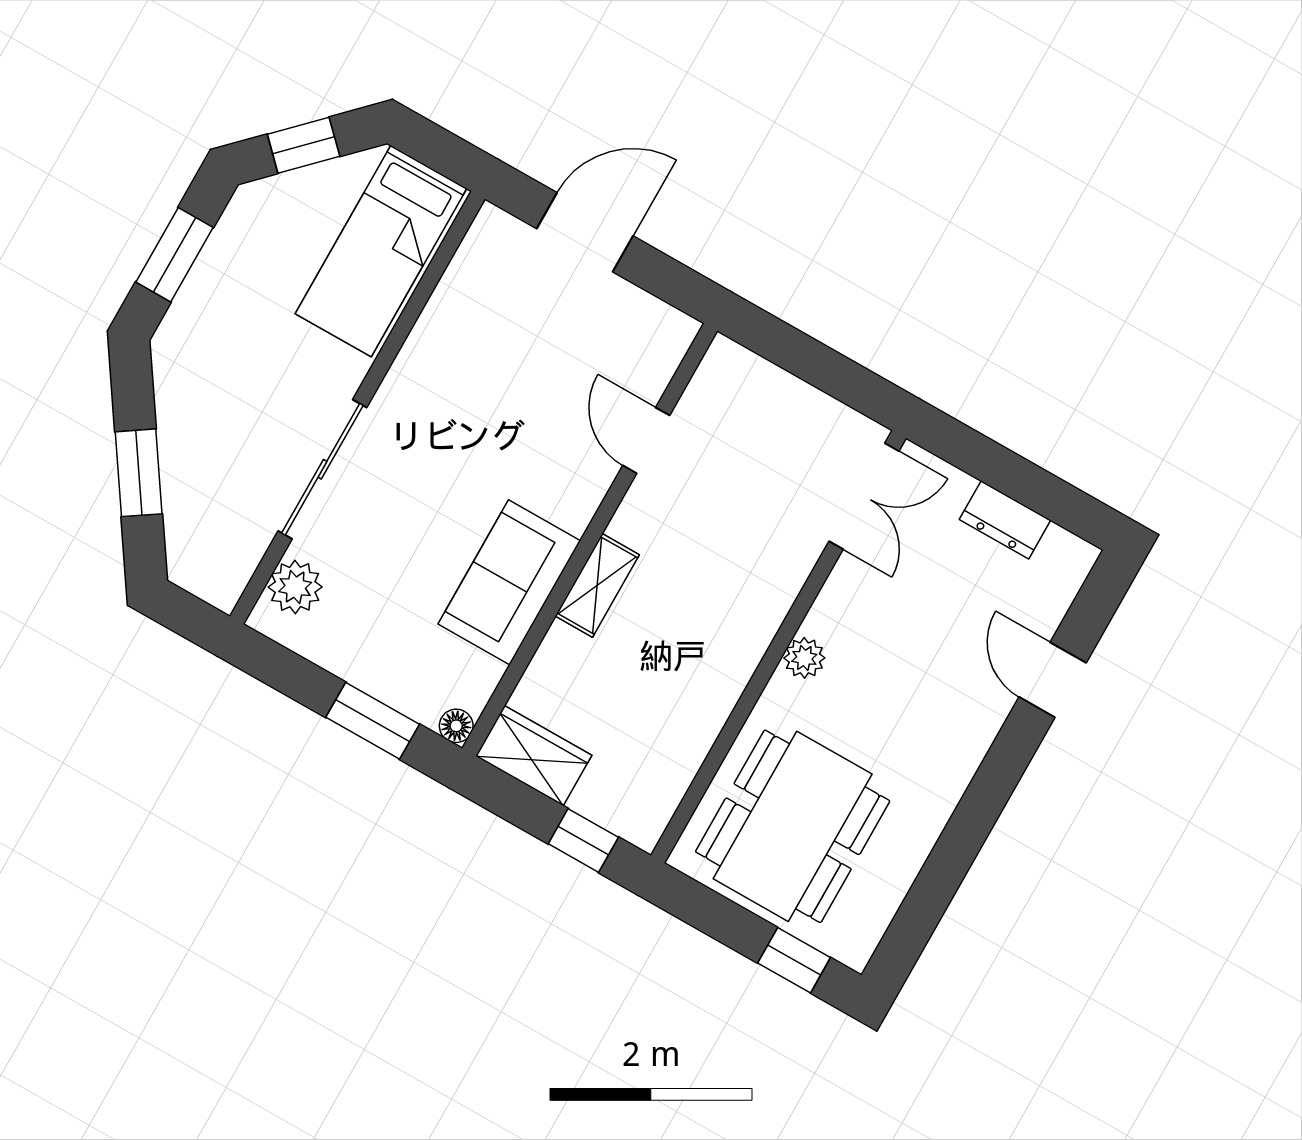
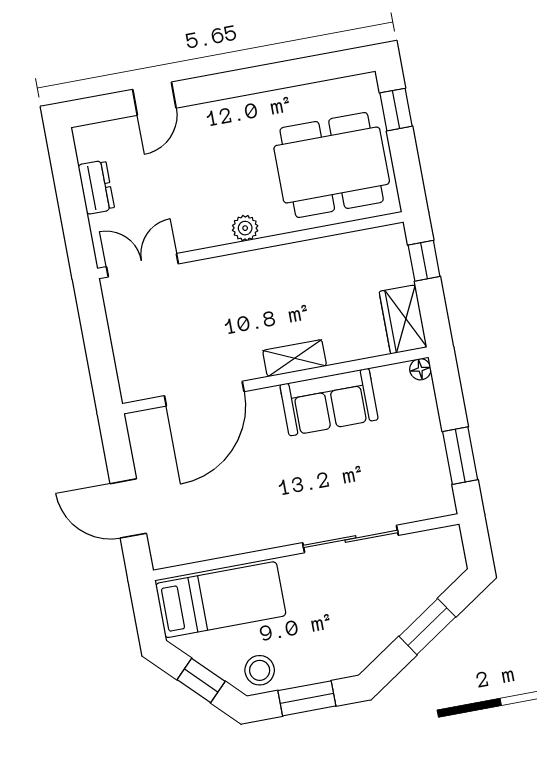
stool: (256, 226) -> (260, 670), added
door: (646, 440) -> (204, 394), width x1.88
plant: (295, 587) -> (419, 504), removed
window: (373, 721) -> (460, 456), moved

